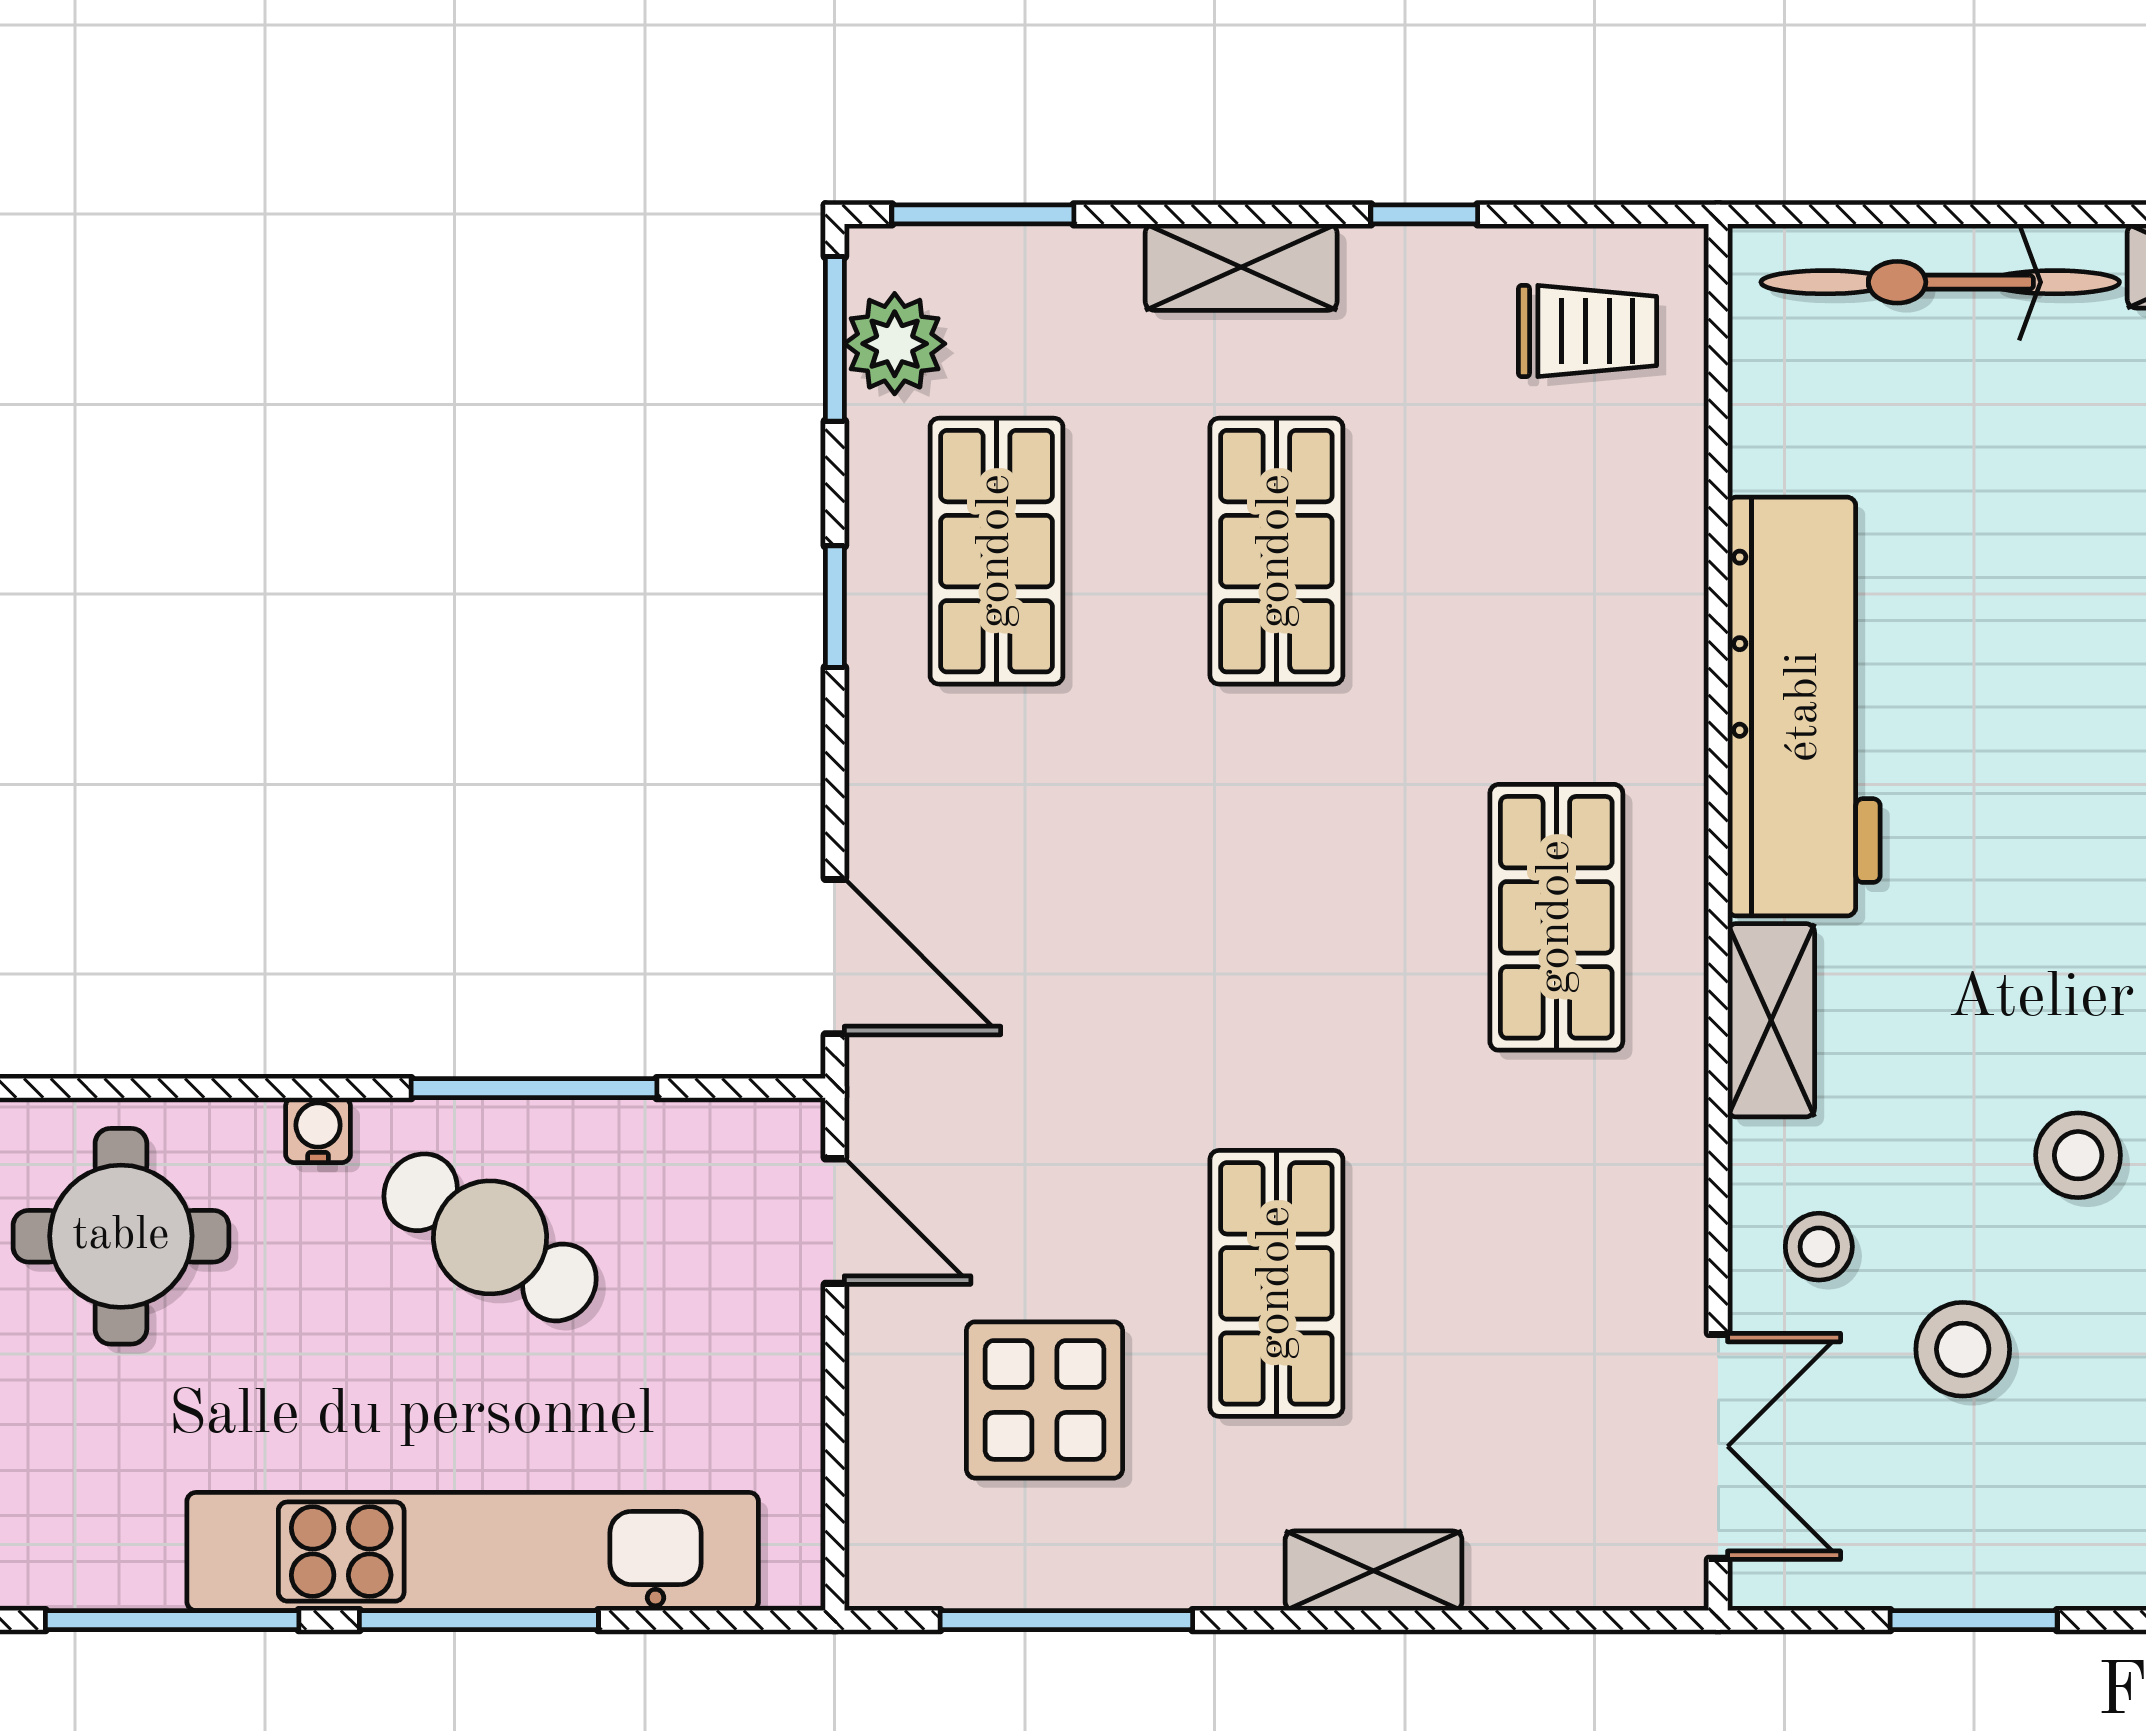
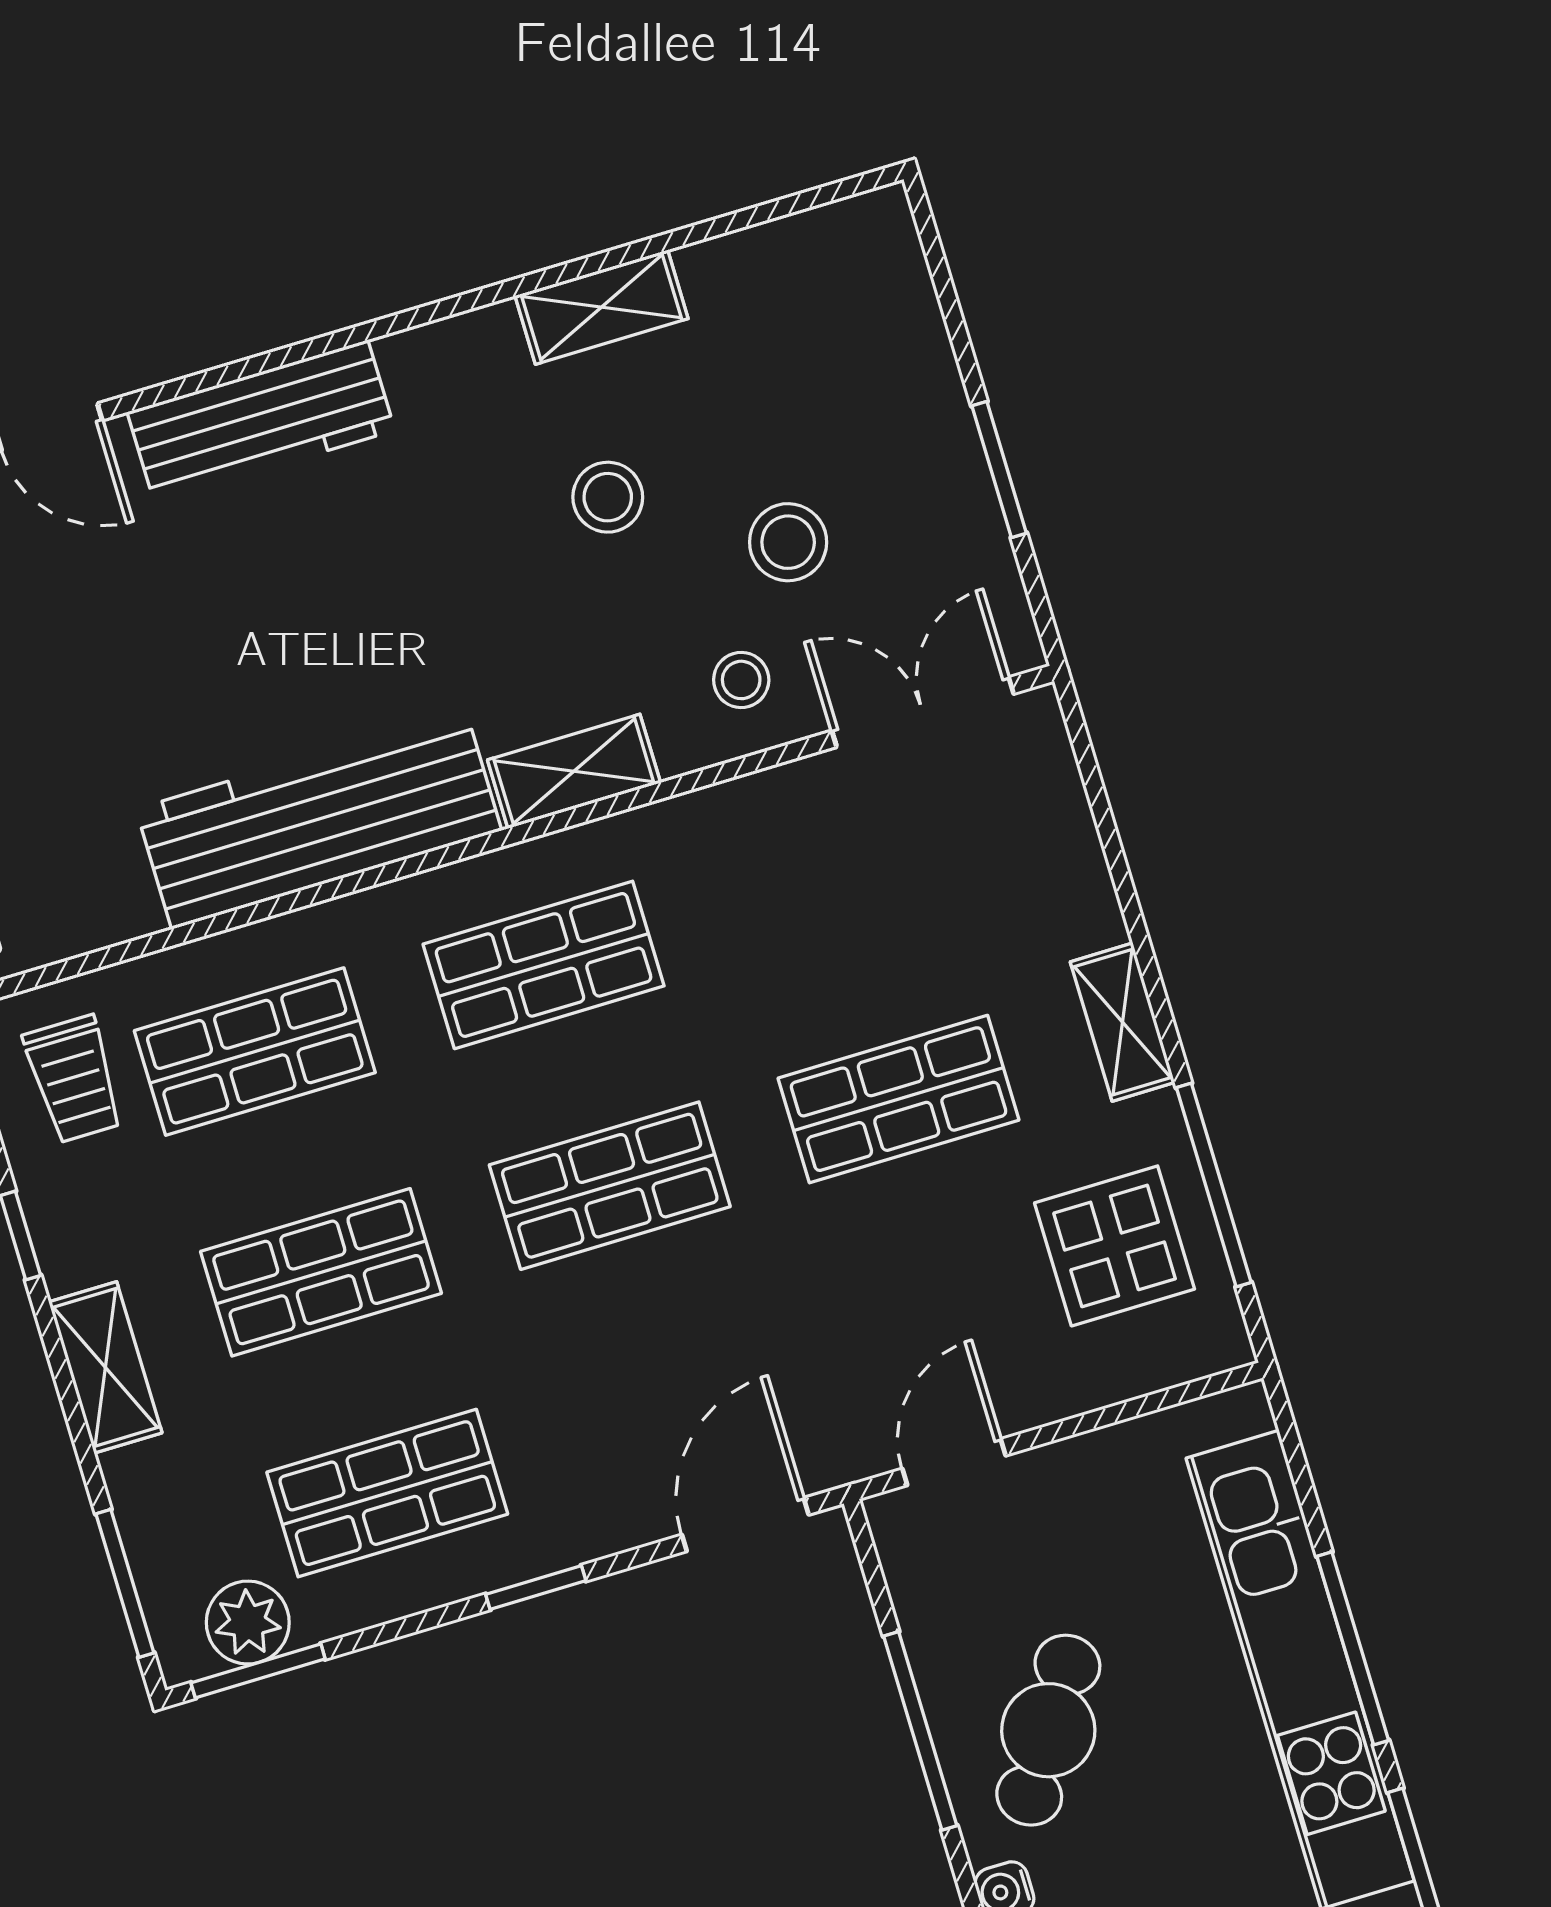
trolley: (1587, 331) -> (74, 1079), turned 180
shop shelf: (1556, 551) -> (255, 1052), added
window: (835, 607) -> (536, 1588), moved
shop shelf: (1276, 917) -> (610, 1186), added
display table: (1044, 1400) -> (1115, 1246), moved
shelving: (1374, 1571) -> (1122, 1022), moved

